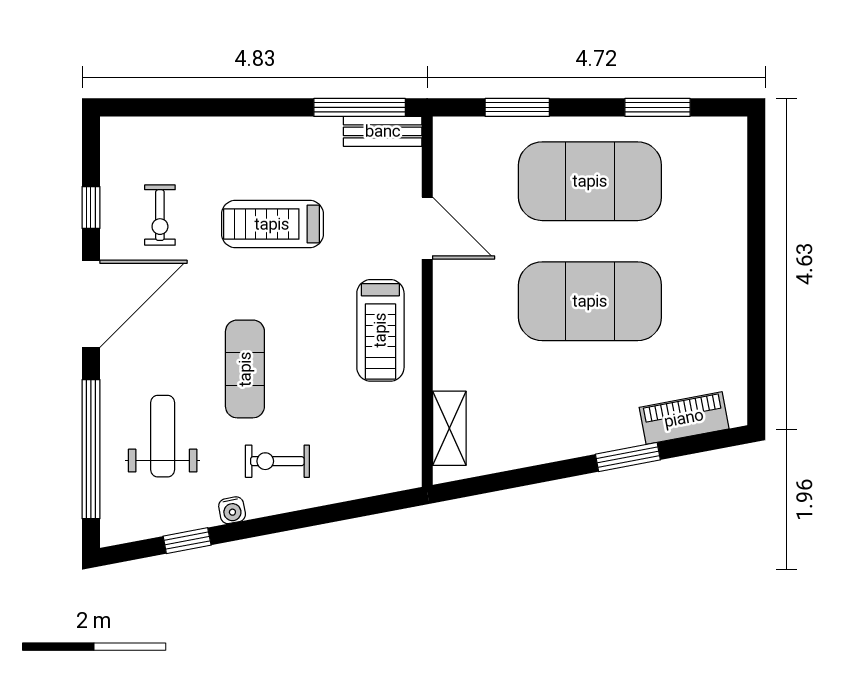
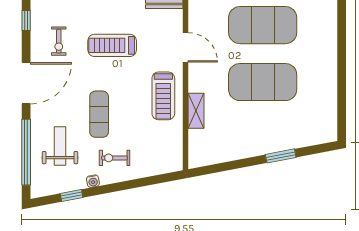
window: (91, 208) -> (26, 20), moved
piano: (684, 418) -> (307, 137), removed
shelving: (449, 428) -> (196, 111), moved

